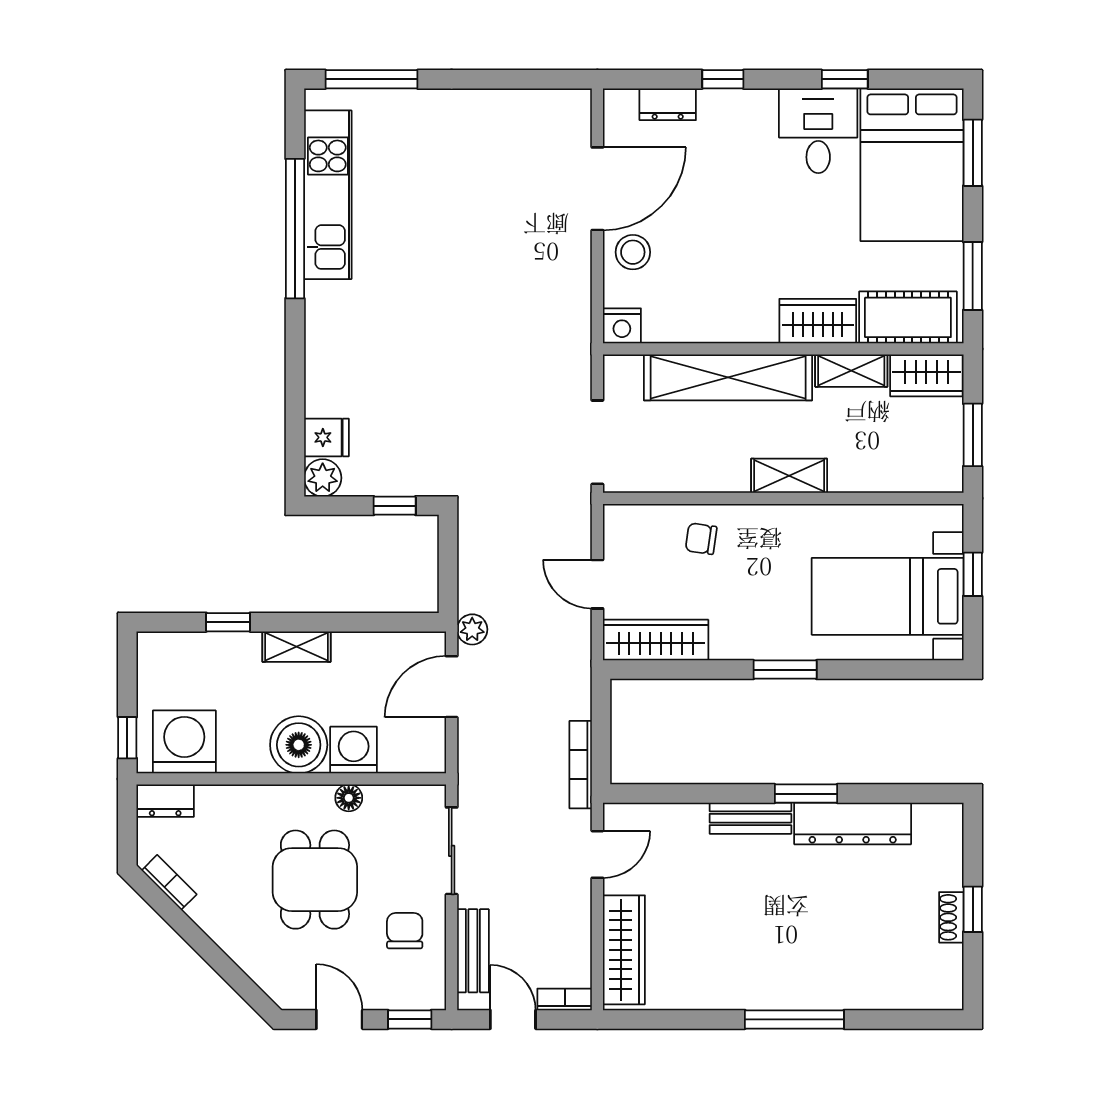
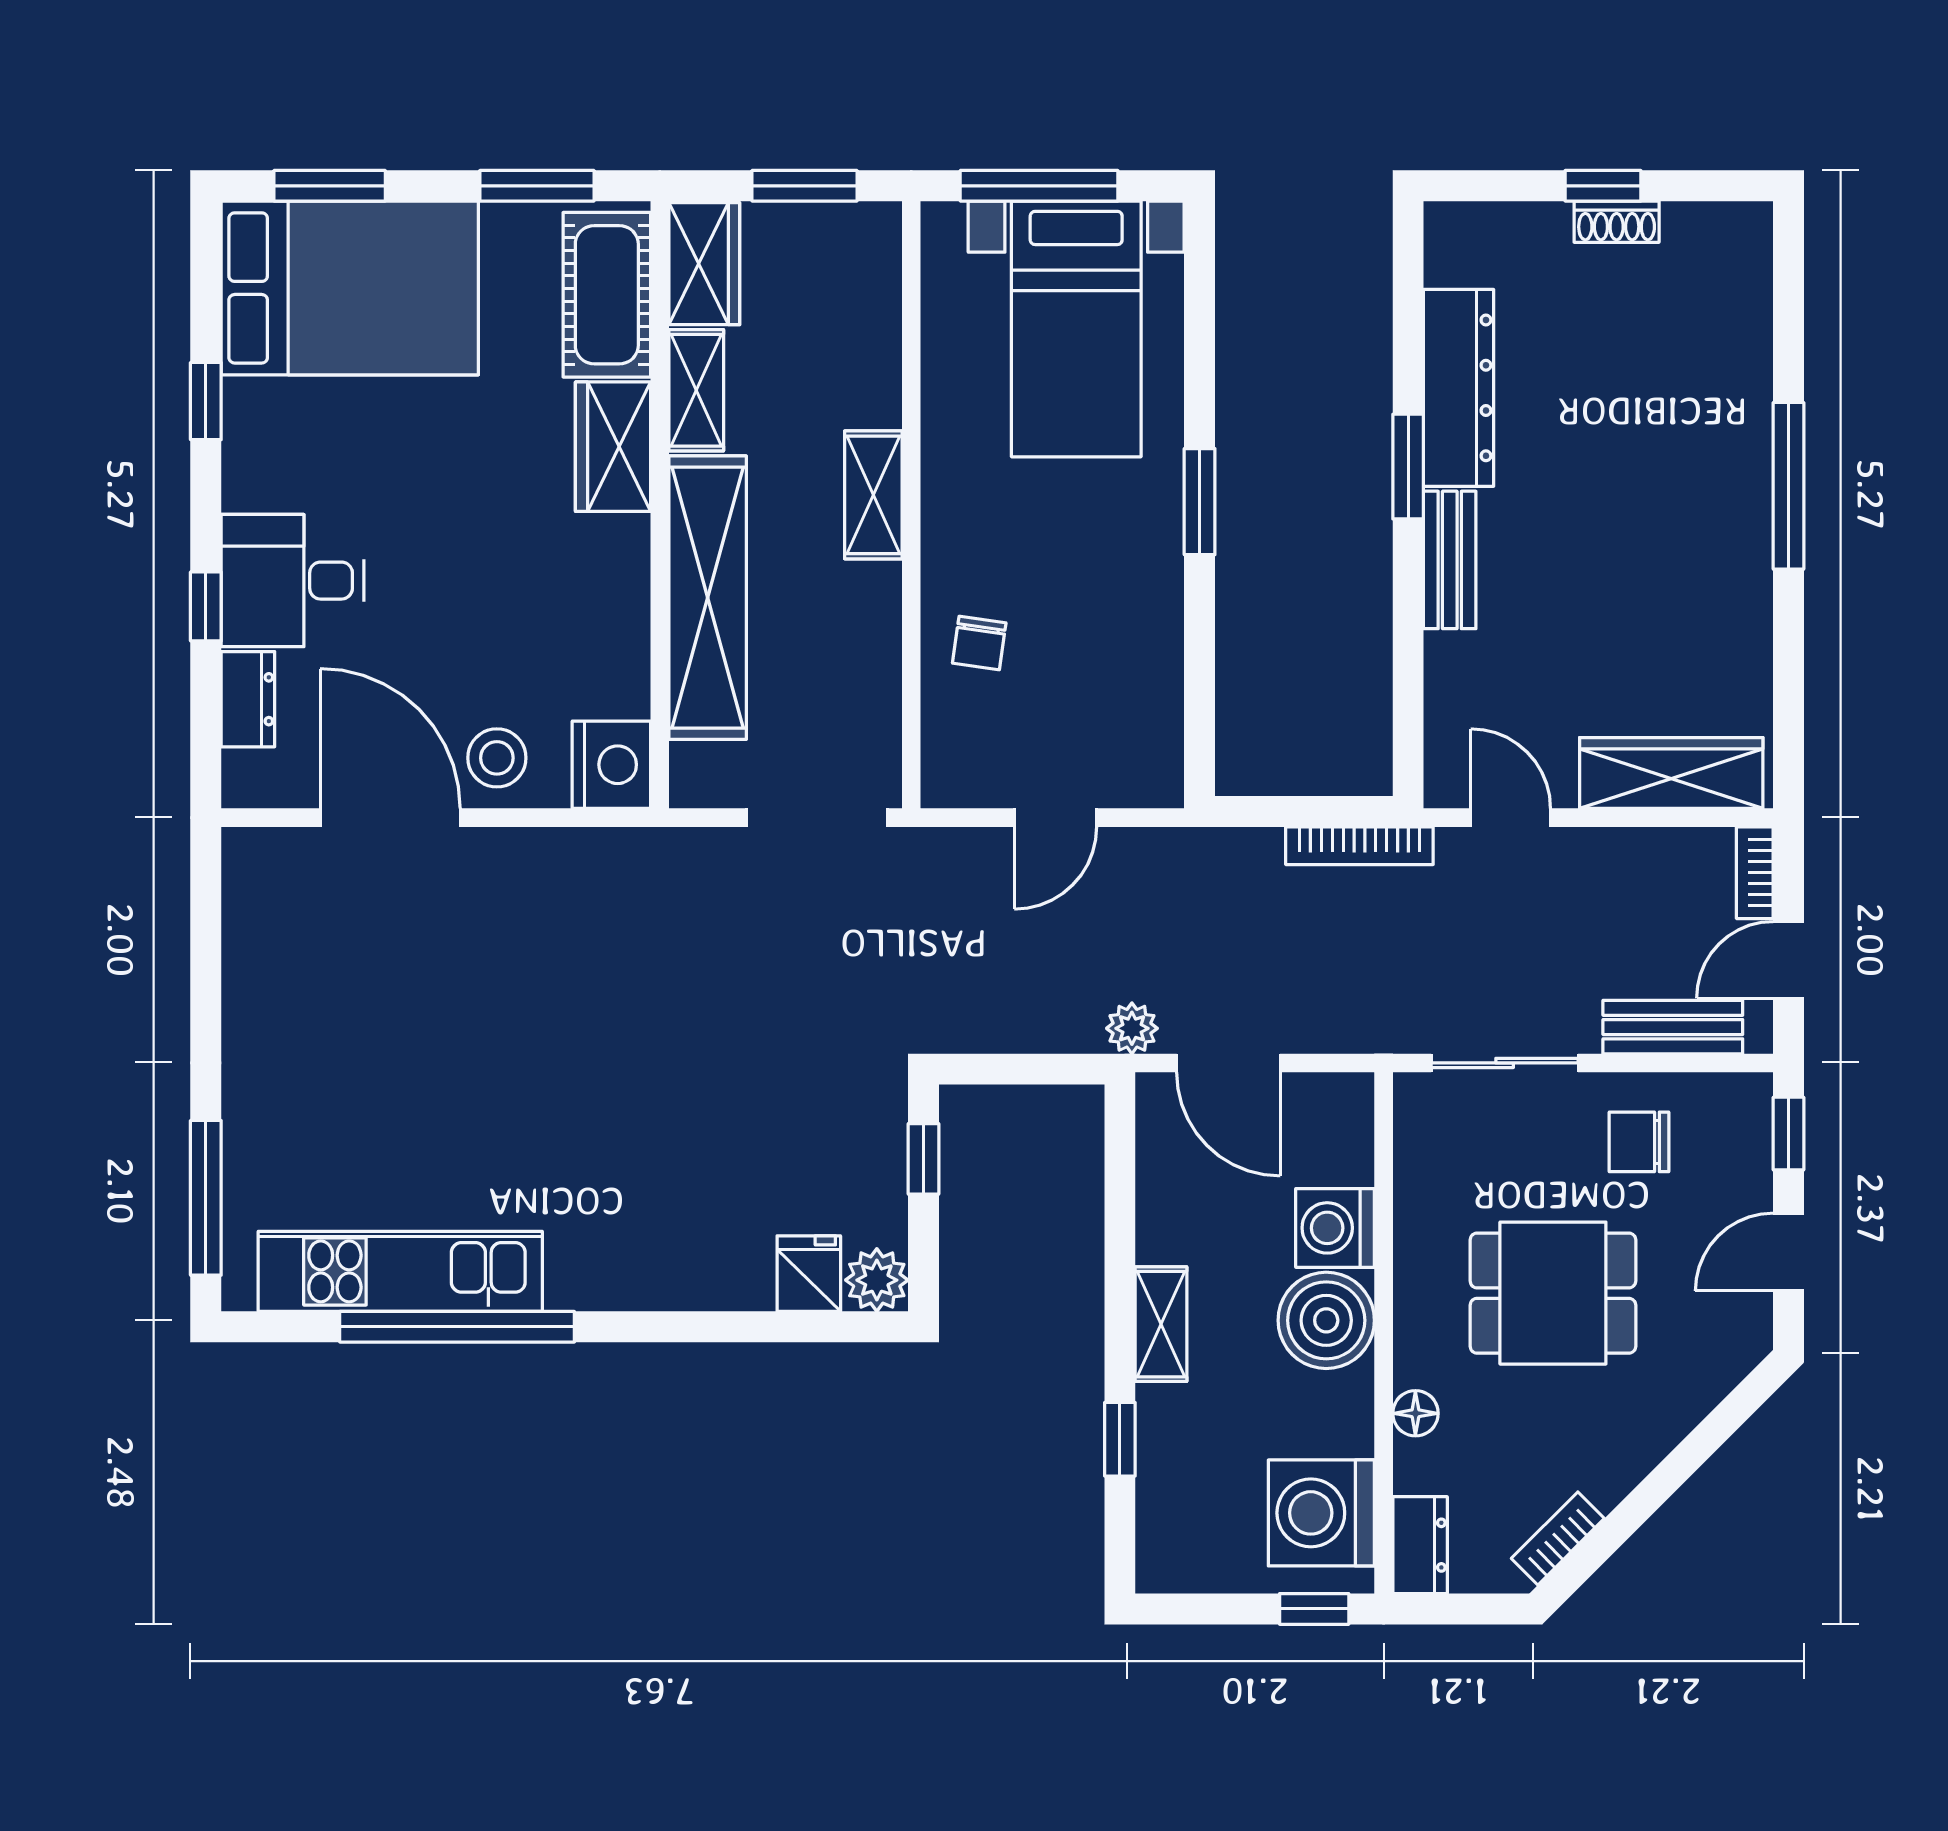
desk: (818, 131) -> (292, 581), moved
nightstand: (622, 326) -> (611, 765), width x1.36, depth x1.33
window: (973, 574) -> (1039, 186), width x2.17
wardrobe: (656, 640) -> (1150, 720), removed
floor lamp: (349, 798) -> (1415, 1413), moved

